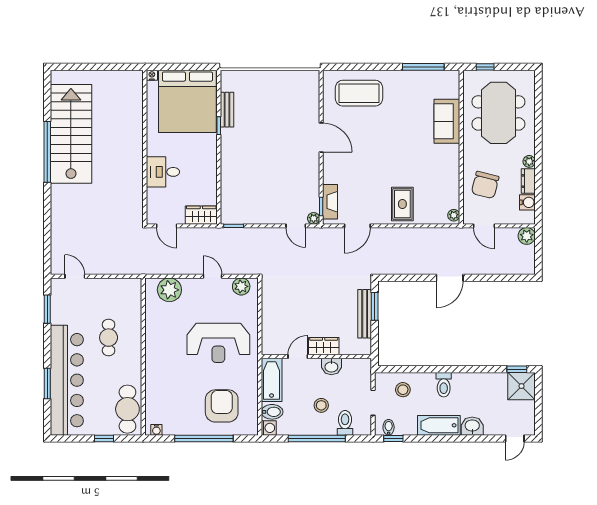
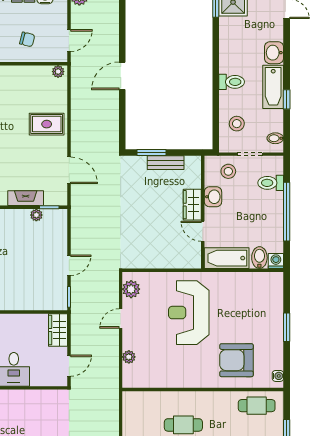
chair: (485, 185) -> (27, 39), width x0.54, depth x0.54
fireplace: (330, 202) -> (26, 198), moved
plant: (314, 218) -> (36, 215), moved
door: (296, 226) -> (69, 265), moved
door: (450, 278) -> (122, 76), swing flipped
plant: (169, 290) -> (129, 357), width x0.53, depth x0.53
bench: (365, 314) -> (166, 163), width x0.73
reception desk: (218, 343) -> (189, 313), turned 180
stool: (321, 405) -> (228, 171), moved
armchair: (222, 406) -> (237, 360), moved
cafe table: (127, 409) -> (257, 406), width x0.73, depth x0.74
window: (204, 438) -> (287, 327), width x0.47
window: (393, 438) -> (287, 99), moved

